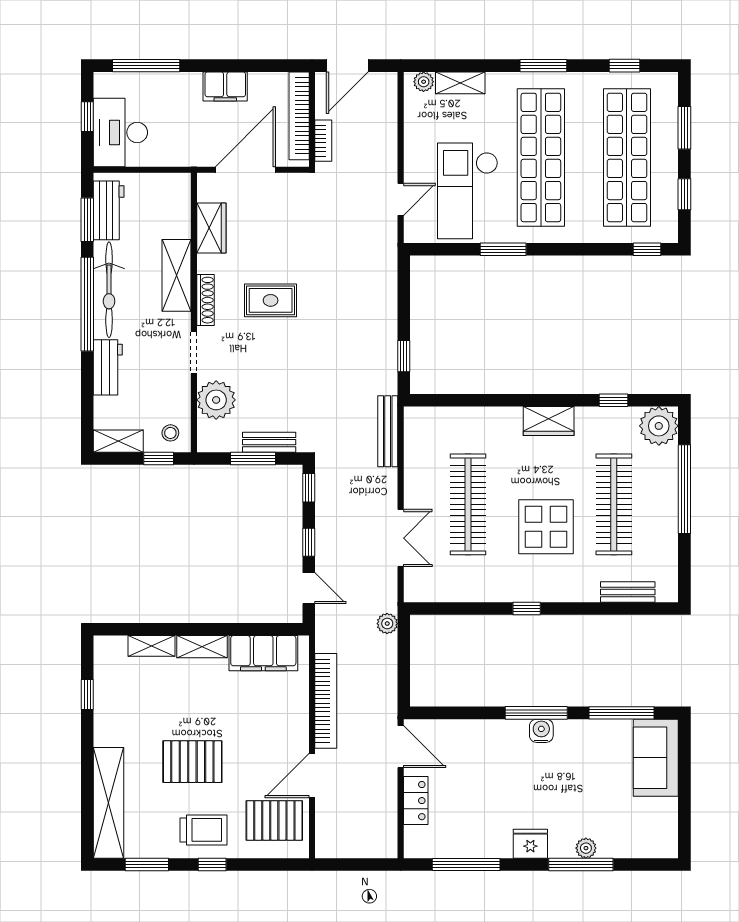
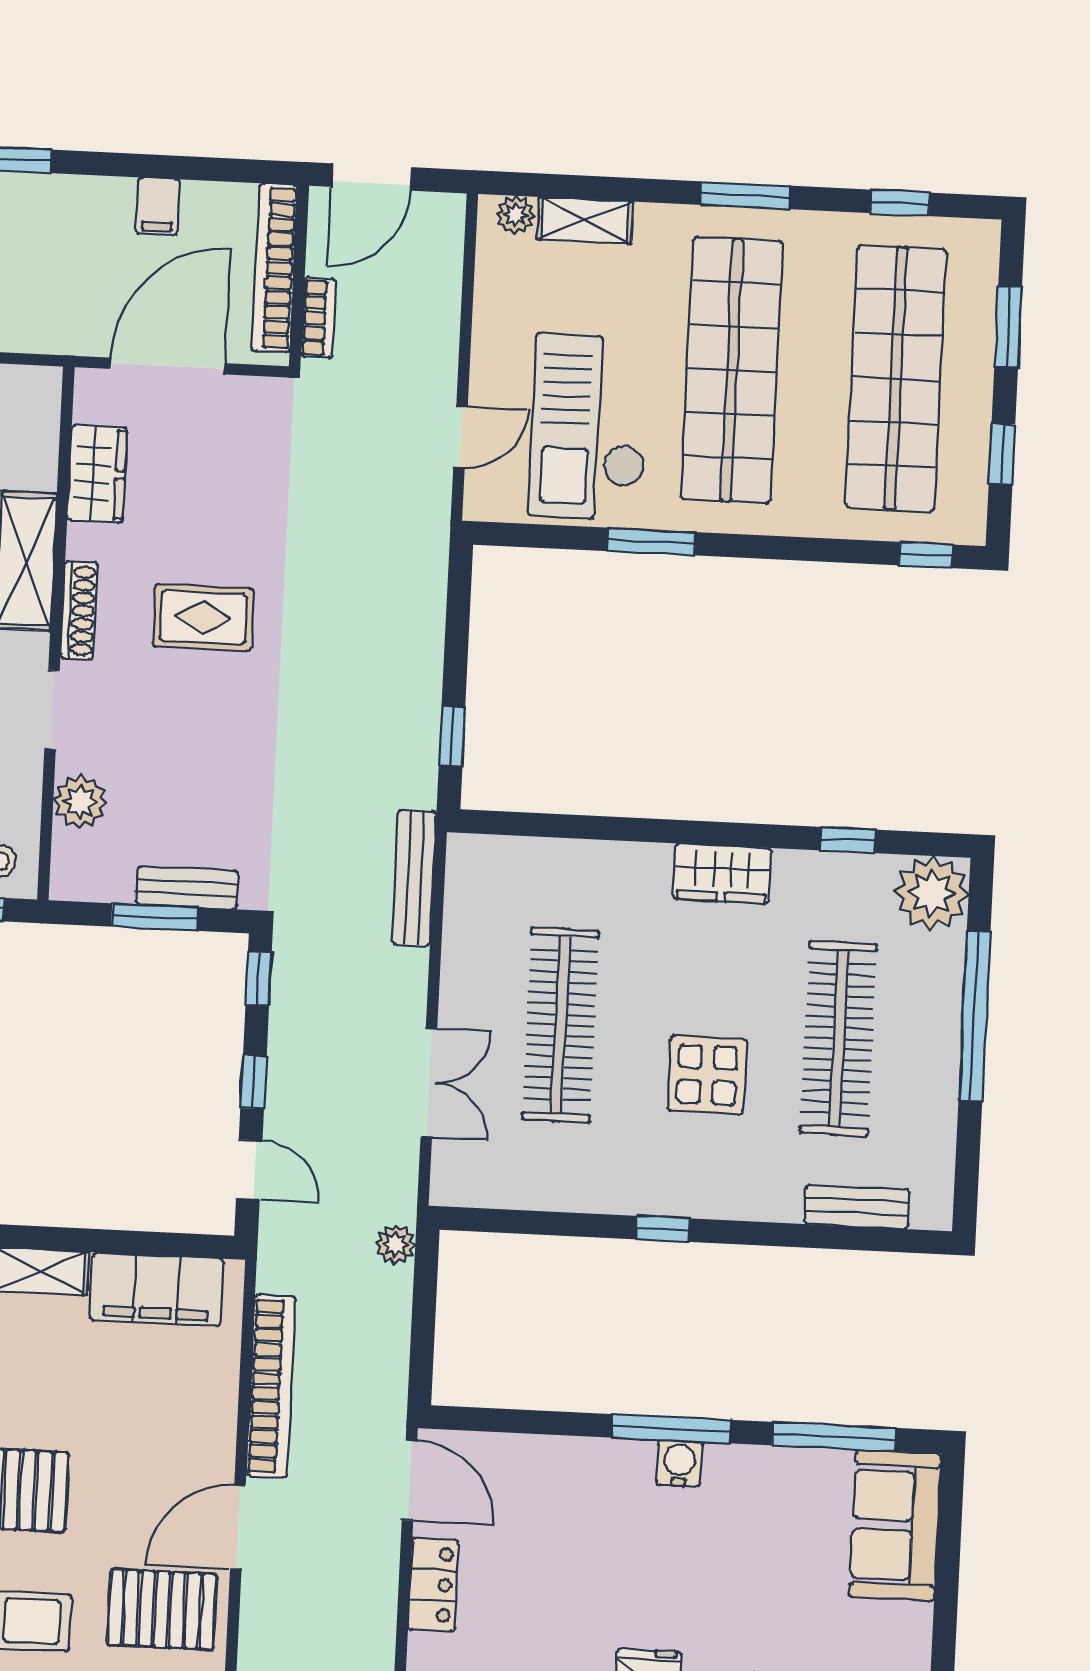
filing cabinet: (225, 86) -> (158, 206), width x0.50
plant: (216, 400) -> (80, 802), width x0.73, depth x0.73
display table: (546, 527) -> (707, 1075), width x0.73, depth x0.73

